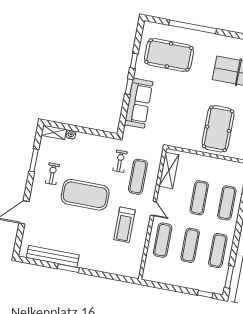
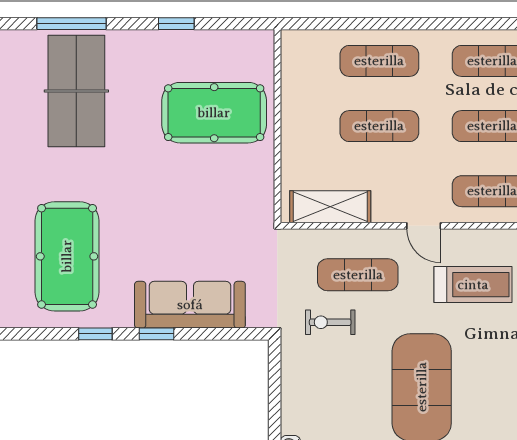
door: (153, 209) -> (424, 226), swing flipped

